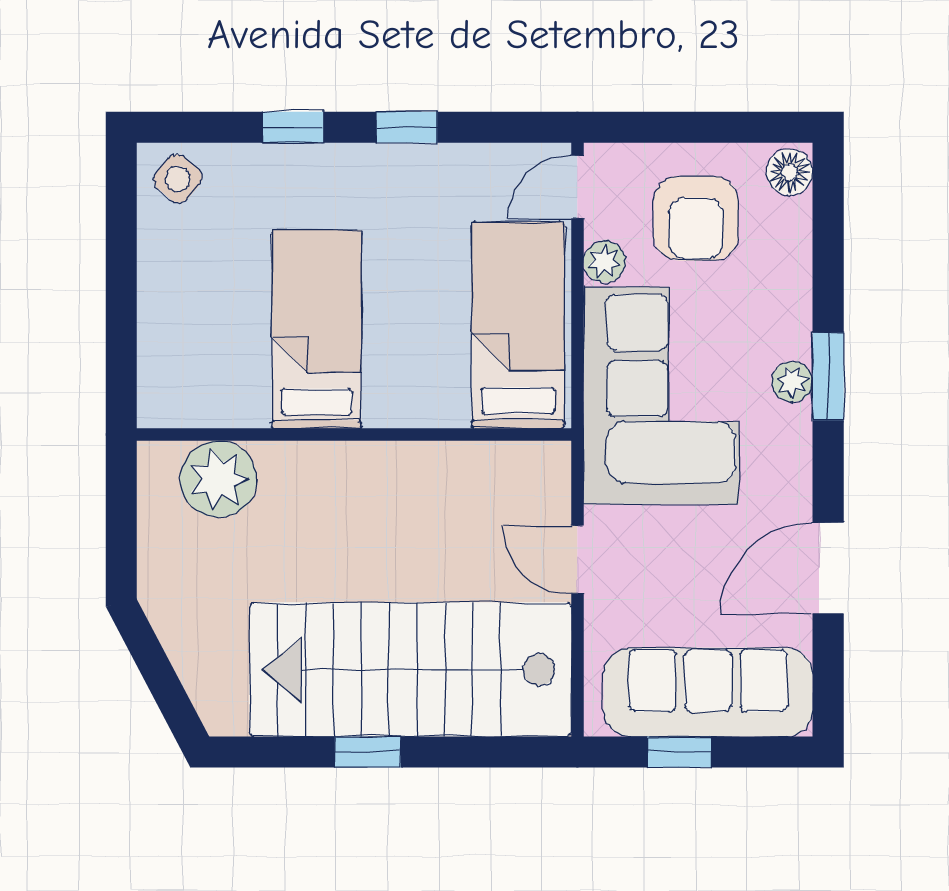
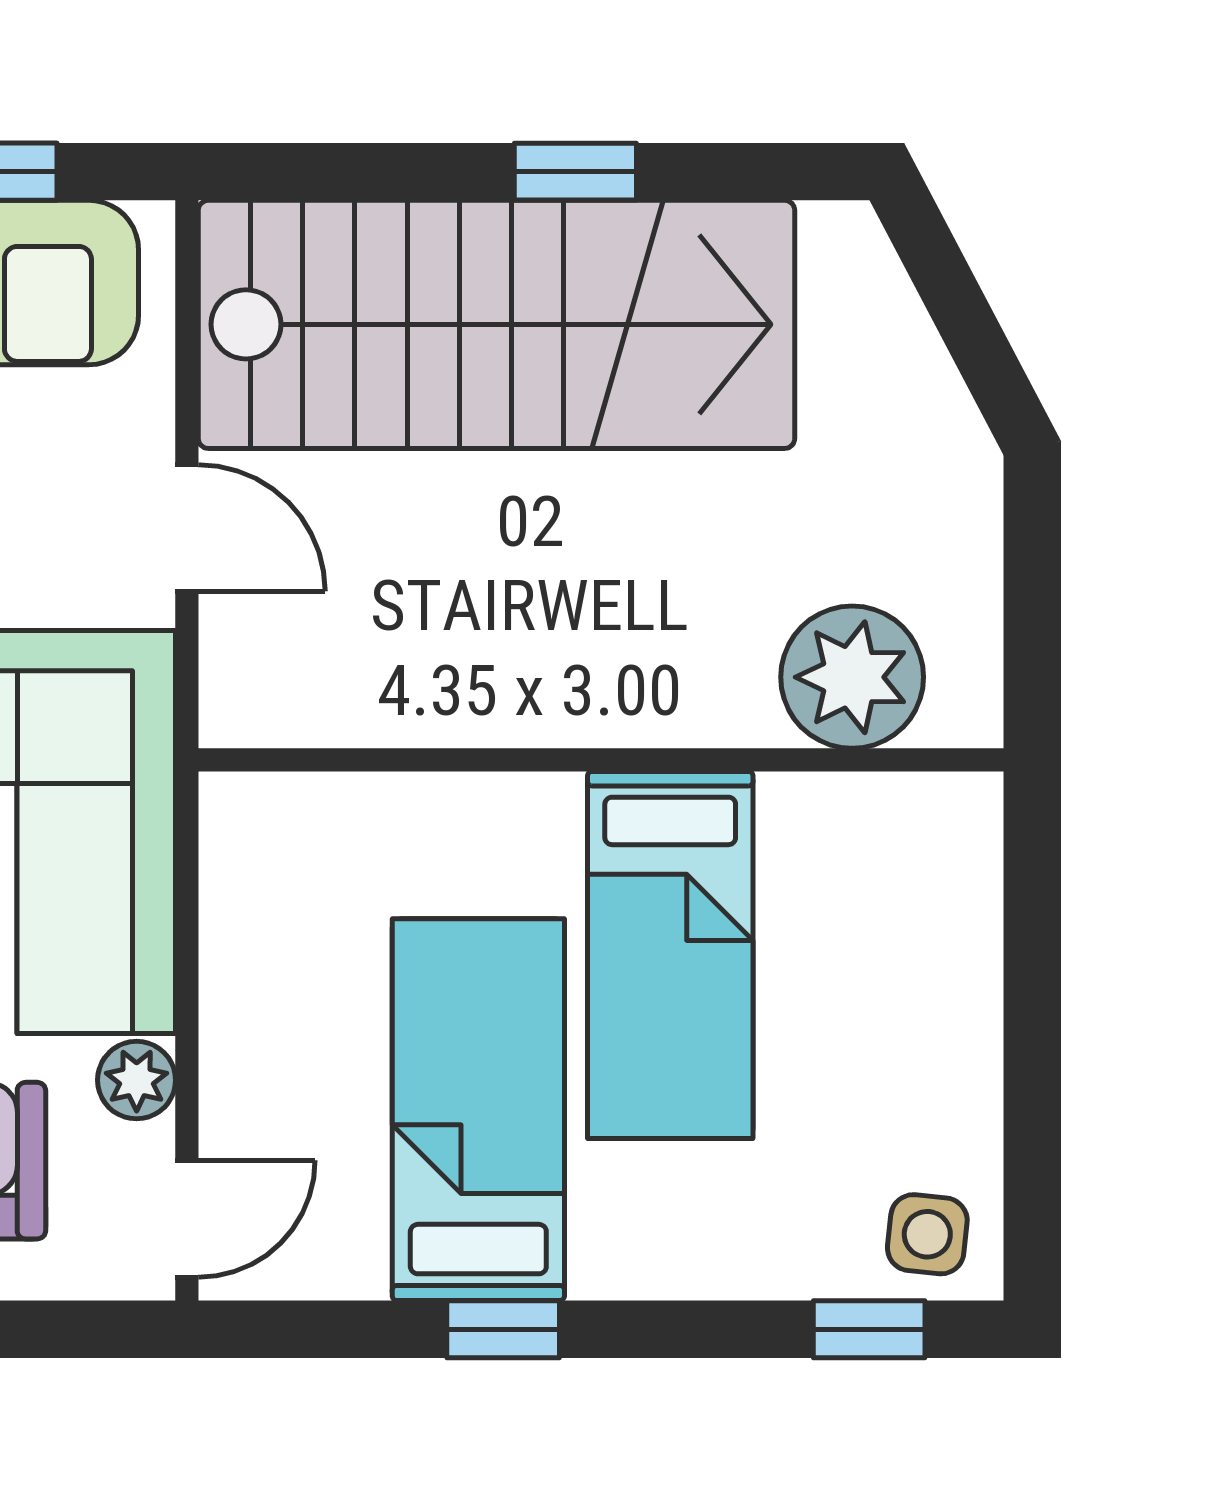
window: (293, 127) -> (869, 1329), moved
side table: (178, 179) -> (927, 1234), turned -35
bed: (518, 325) -> (478, 1110), moved, turned 180

